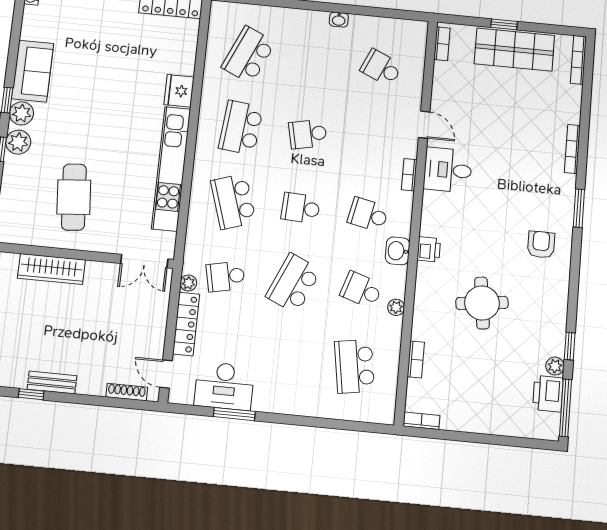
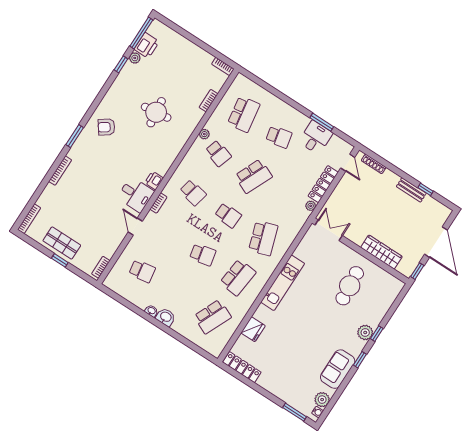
shop shelf: (514, 50) -> (62, 243), width x0.70, depth x0.74
school desk: (381, 68) -> (142, 271), turned -33
fridge: (179, 91) -> (253, 329), moved
plant: (22, 113) -> (322, 400), moved
kitchen unit: (171, 169) -> (283, 283), width x0.73
armchair: (541, 245) -> (106, 127), turned 55
printer: (429, 249) -> (154, 180), moved
washbasin: (398, 251) -> (166, 317), moved, turned -90
school desk: (226, 277) -> (279, 137), moved
desk: (224, 386) -> (316, 137), width x0.73

